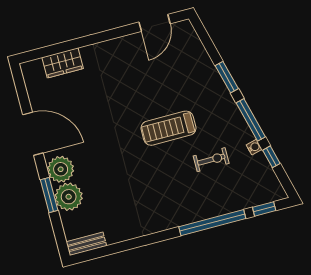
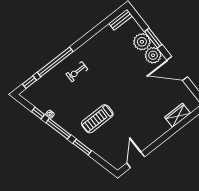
treadmill: (168, 128) -> (97, 119), moved, turned 180
exercise bike: (211, 160) -> (77, 72), moved

